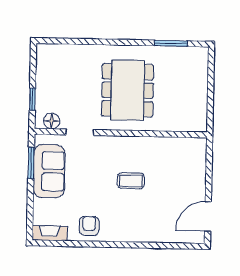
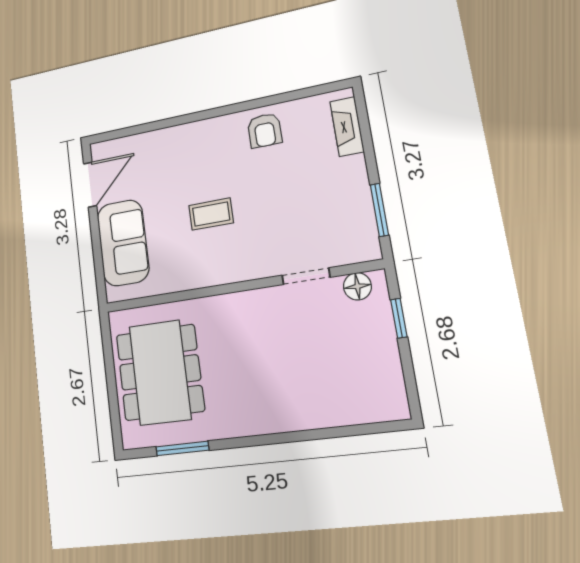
dining table: (127, 90) -> (160, 372), moved
sofa: (49, 171) -> (123, 243), moved, turned 180
fireplace: (50, 233) -> (347, 127), moved, turned 90

